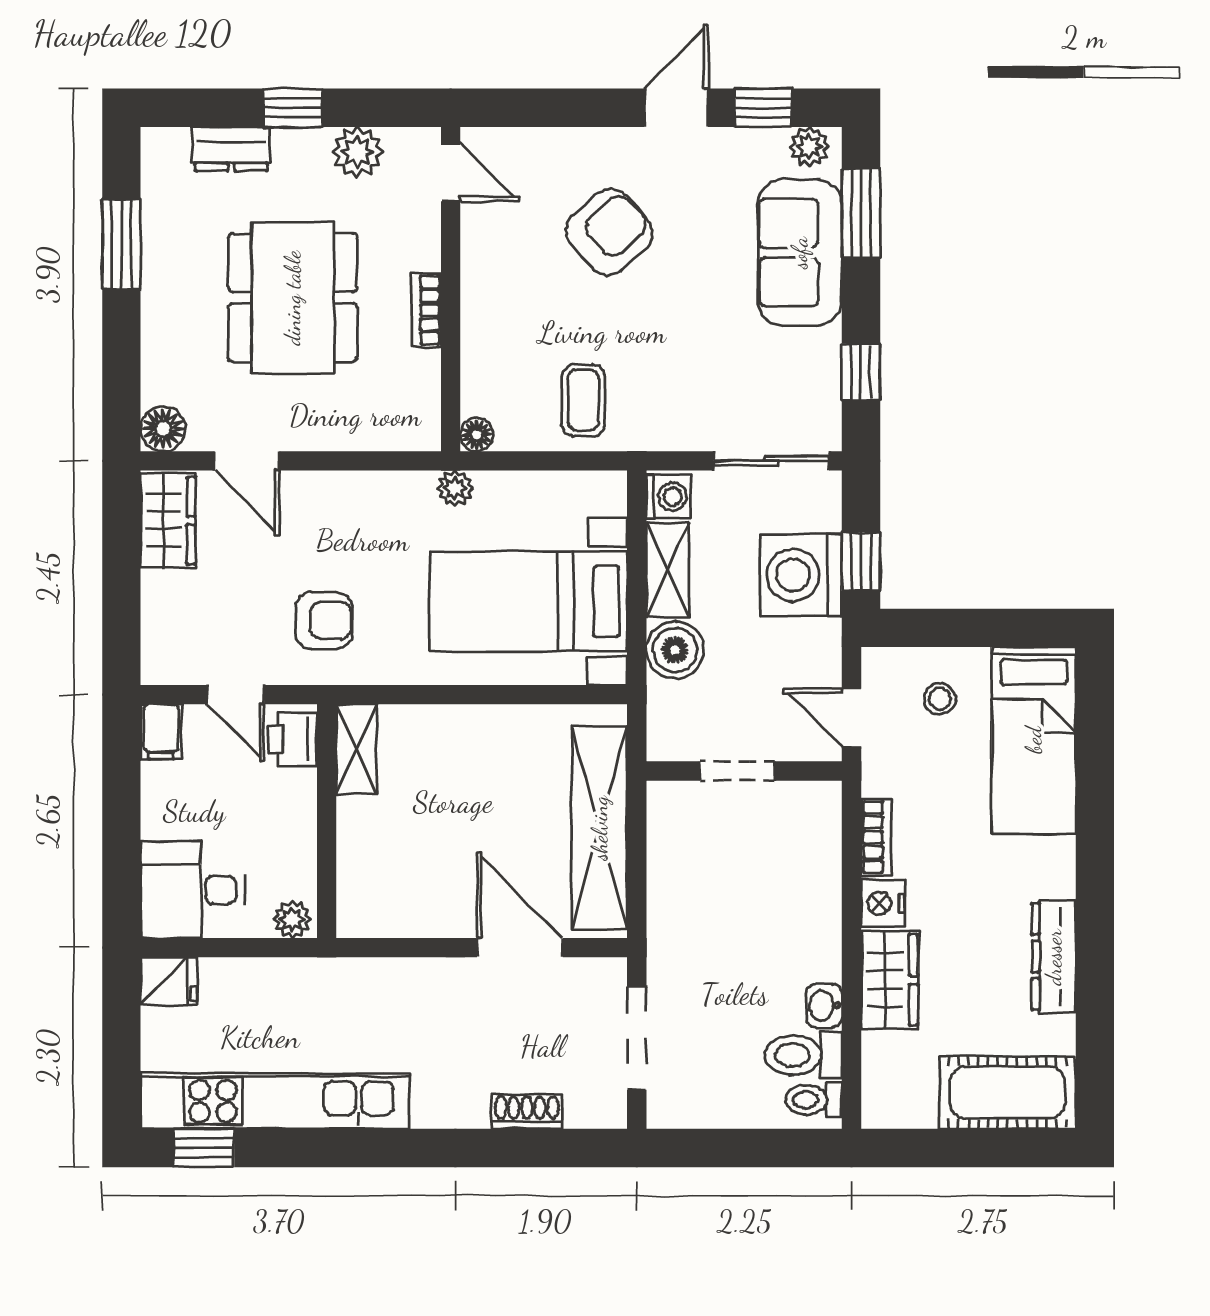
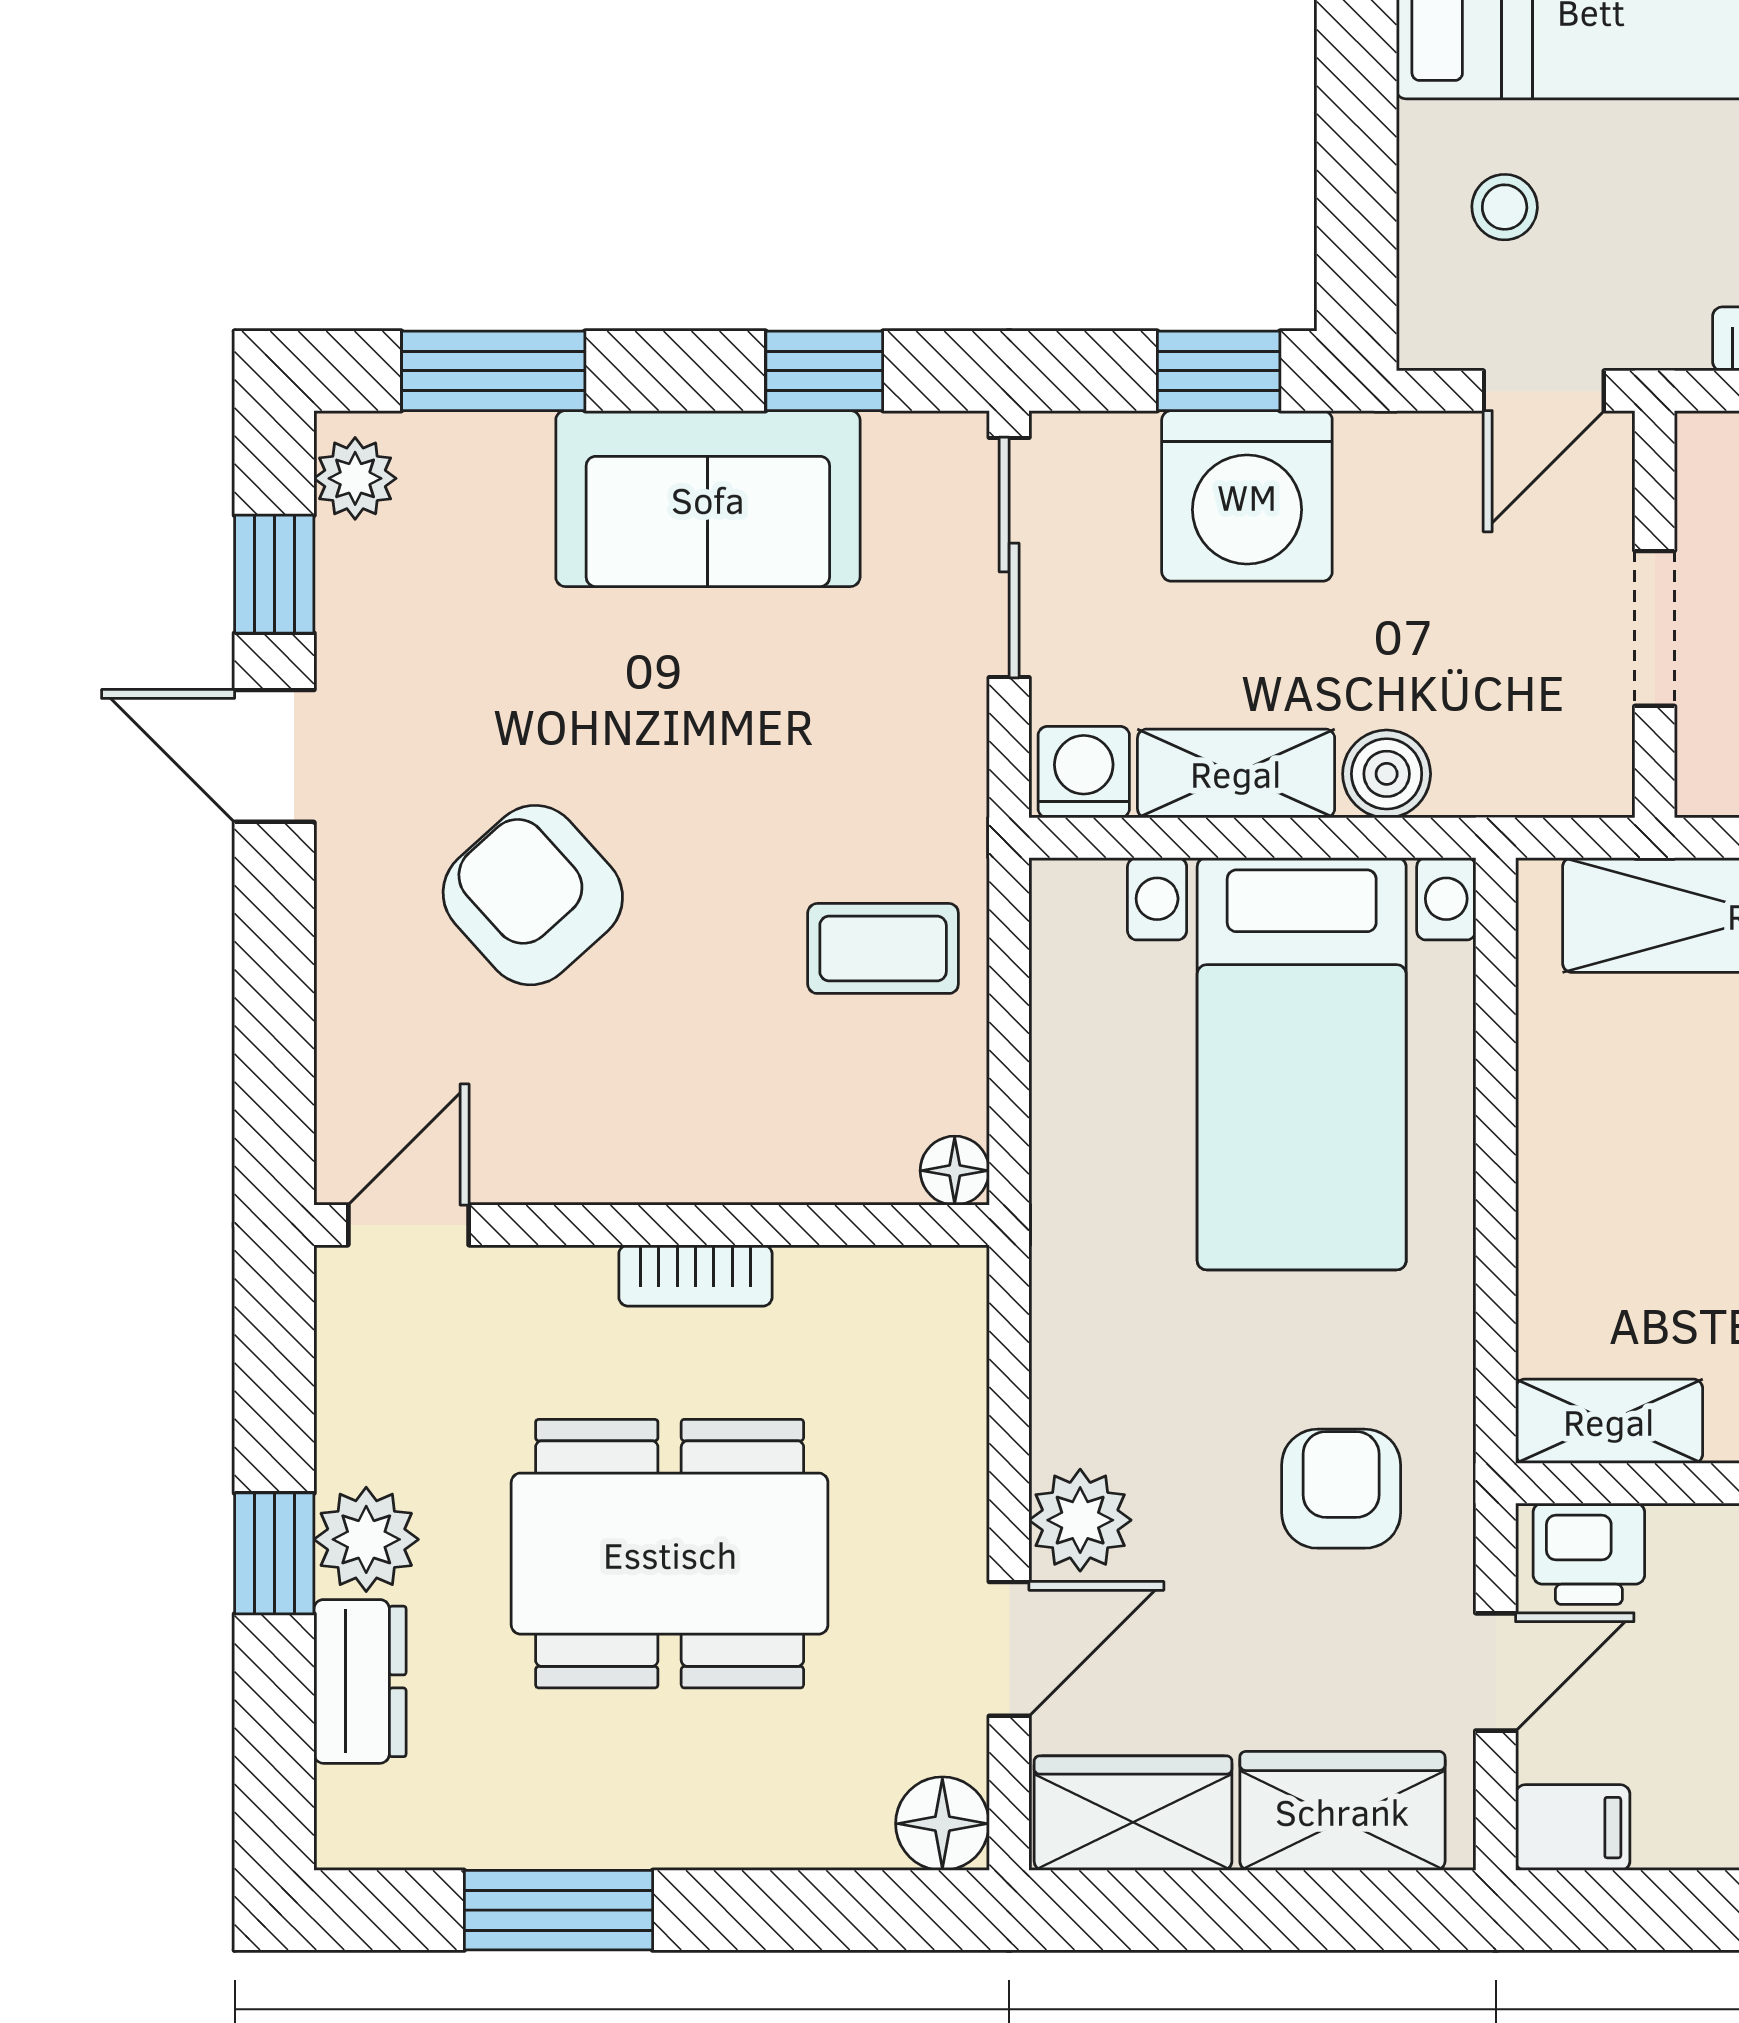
plant: (358, 152) -> (366, 1539), moved
sofa: (800, 253) -> (708, 499), moved
plant: (455, 488) -> (1080, 1520), moved, width x1.37, depth x1.37
wardrobe: (169, 621) -> (1342, 1811), added
boiler: (675, 650) -> (1387, 774), width x0.73, depth x0.73

